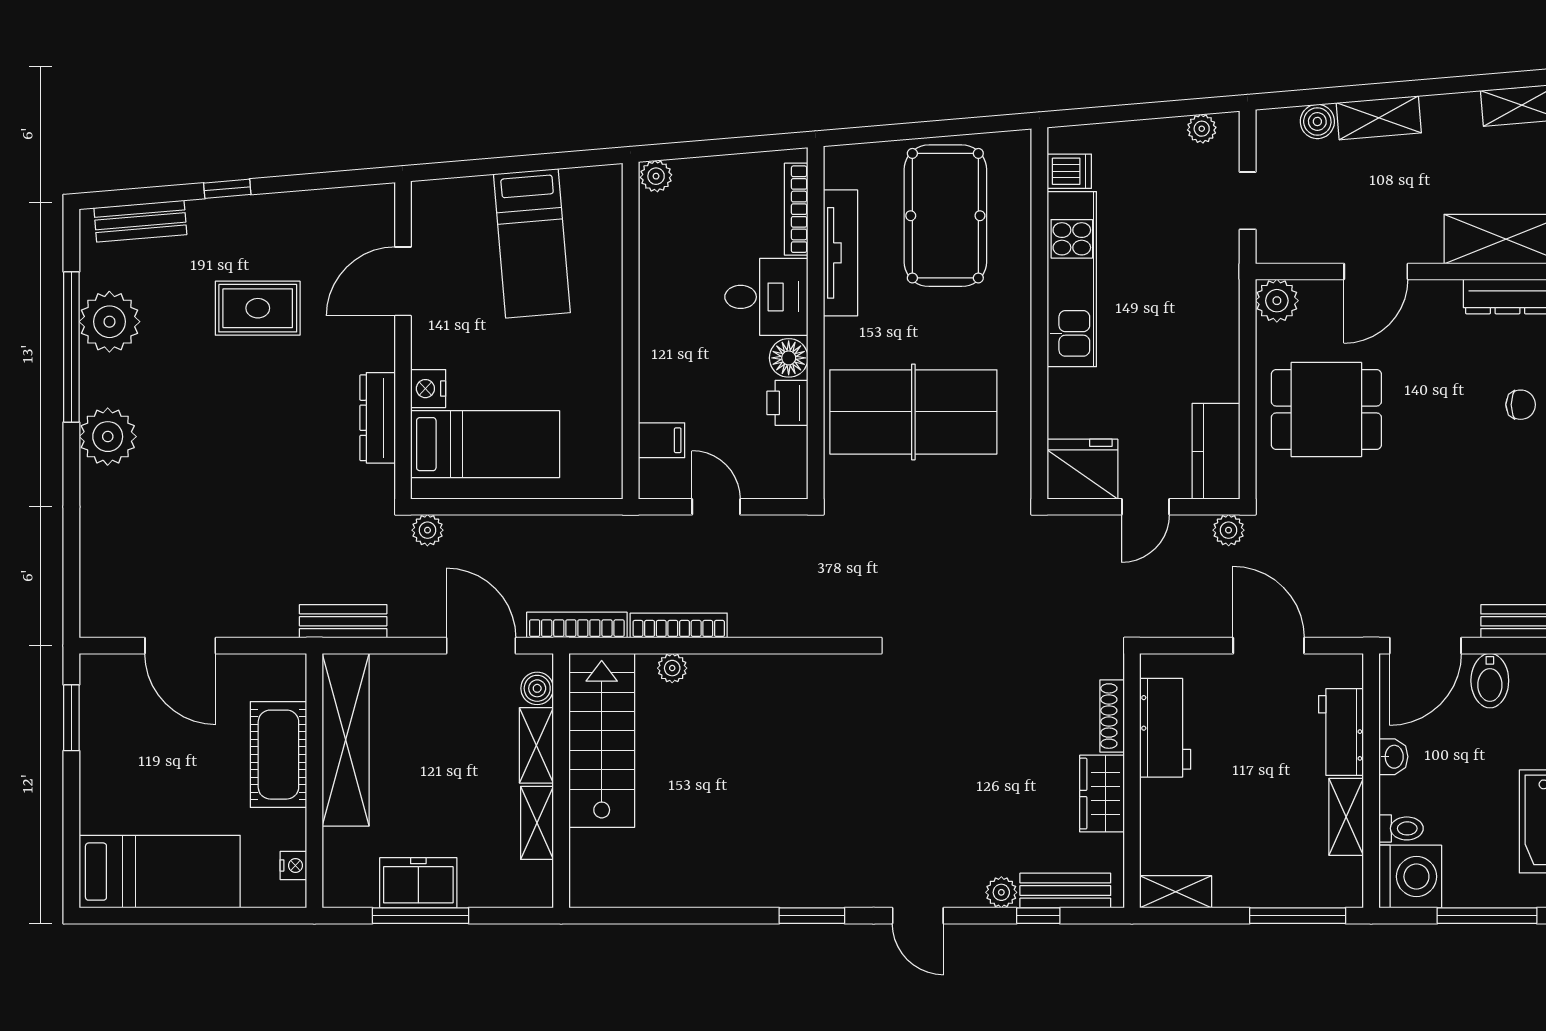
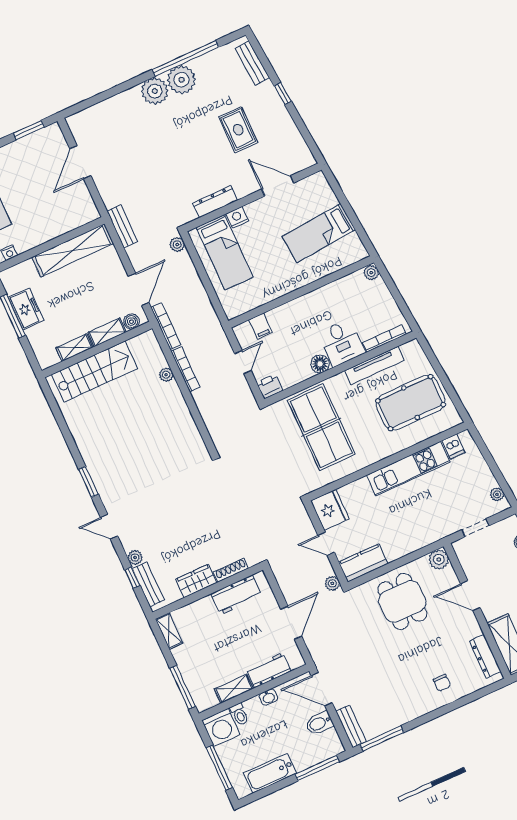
plant: (109, 322) -> (181, 80), moved
printer: (787, 403) -> (270, 386), moved
stairs: (602, 740) -> (94, 372), moved
cot: (278, 755) -> (53, 225), removed
door: (918, 916) -> (109, 527), hinge flipped

